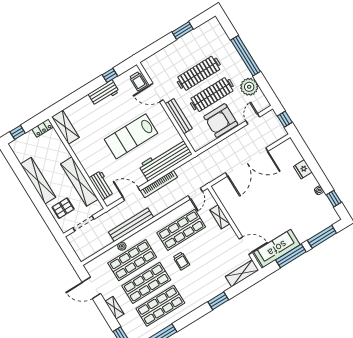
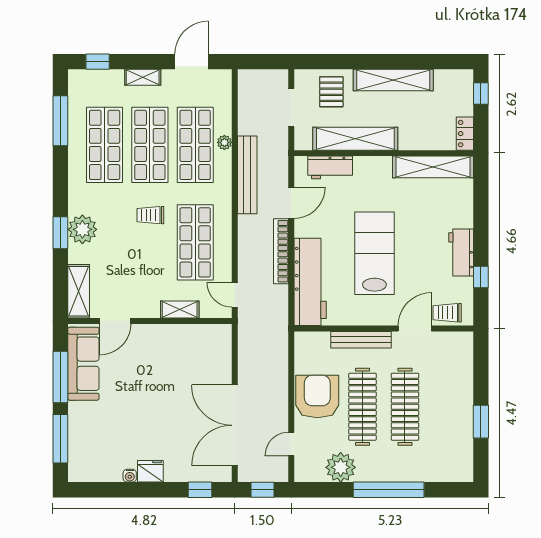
door: (253, 119) -> (291, 444), swing flipped
shelving: (65, 127) -> (433, 167), width x1.47
double door: (247, 162) -> (235, 425), moved
fridge: (303, 169) -> (150, 471), moved
window: (334, 199) -> (200, 490), moved
plant: (210, 291) -> (82, 229), added

